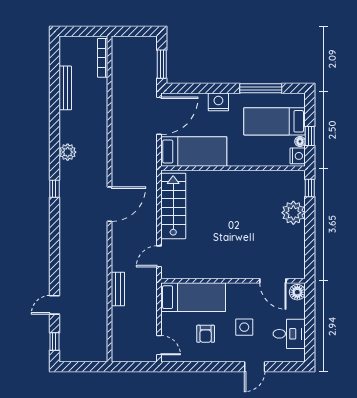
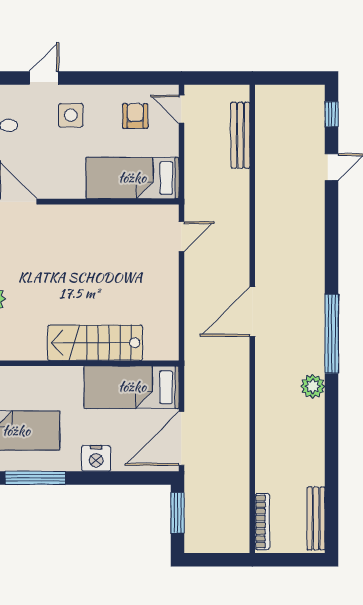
bench: (65, 88) -> (316, 518), moved
window: (54, 189) -> (332, 334), width x3.17
stairs: (173, 206) -> (95, 343), moved, turned 90
bench: (118, 289) -> (240, 135), moved, width x1.36
side table: (244, 327) -> (71, 115), moved
armchair: (206, 334) -> (135, 116), moved

